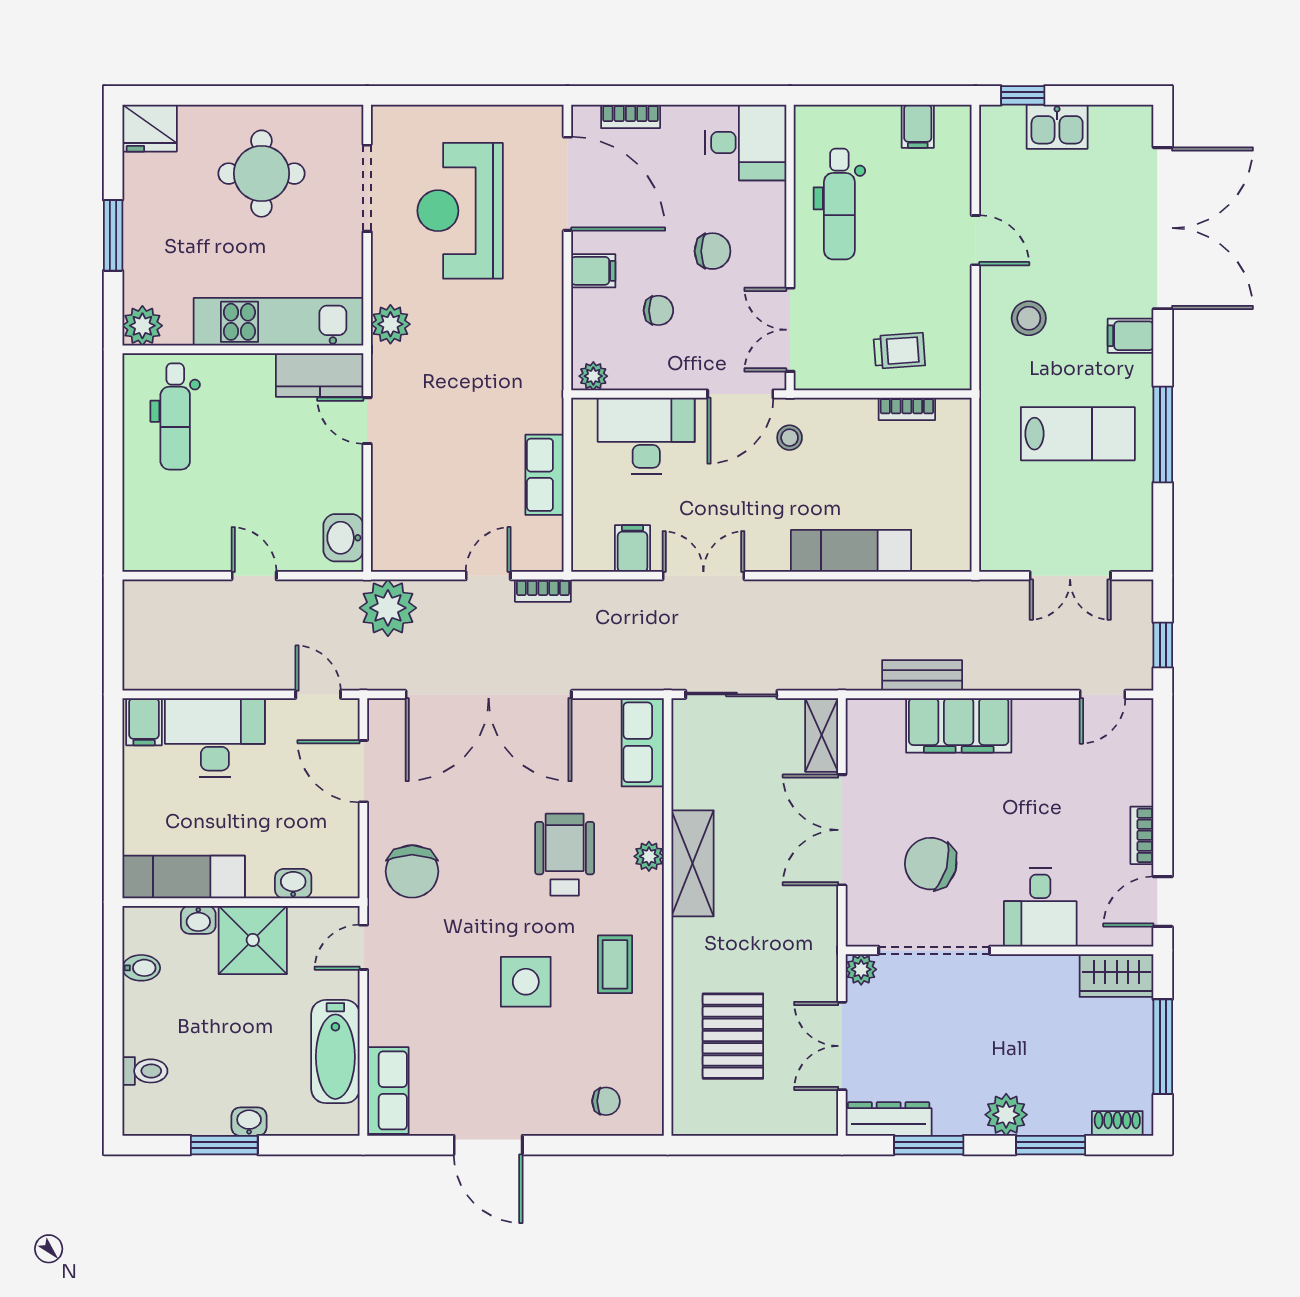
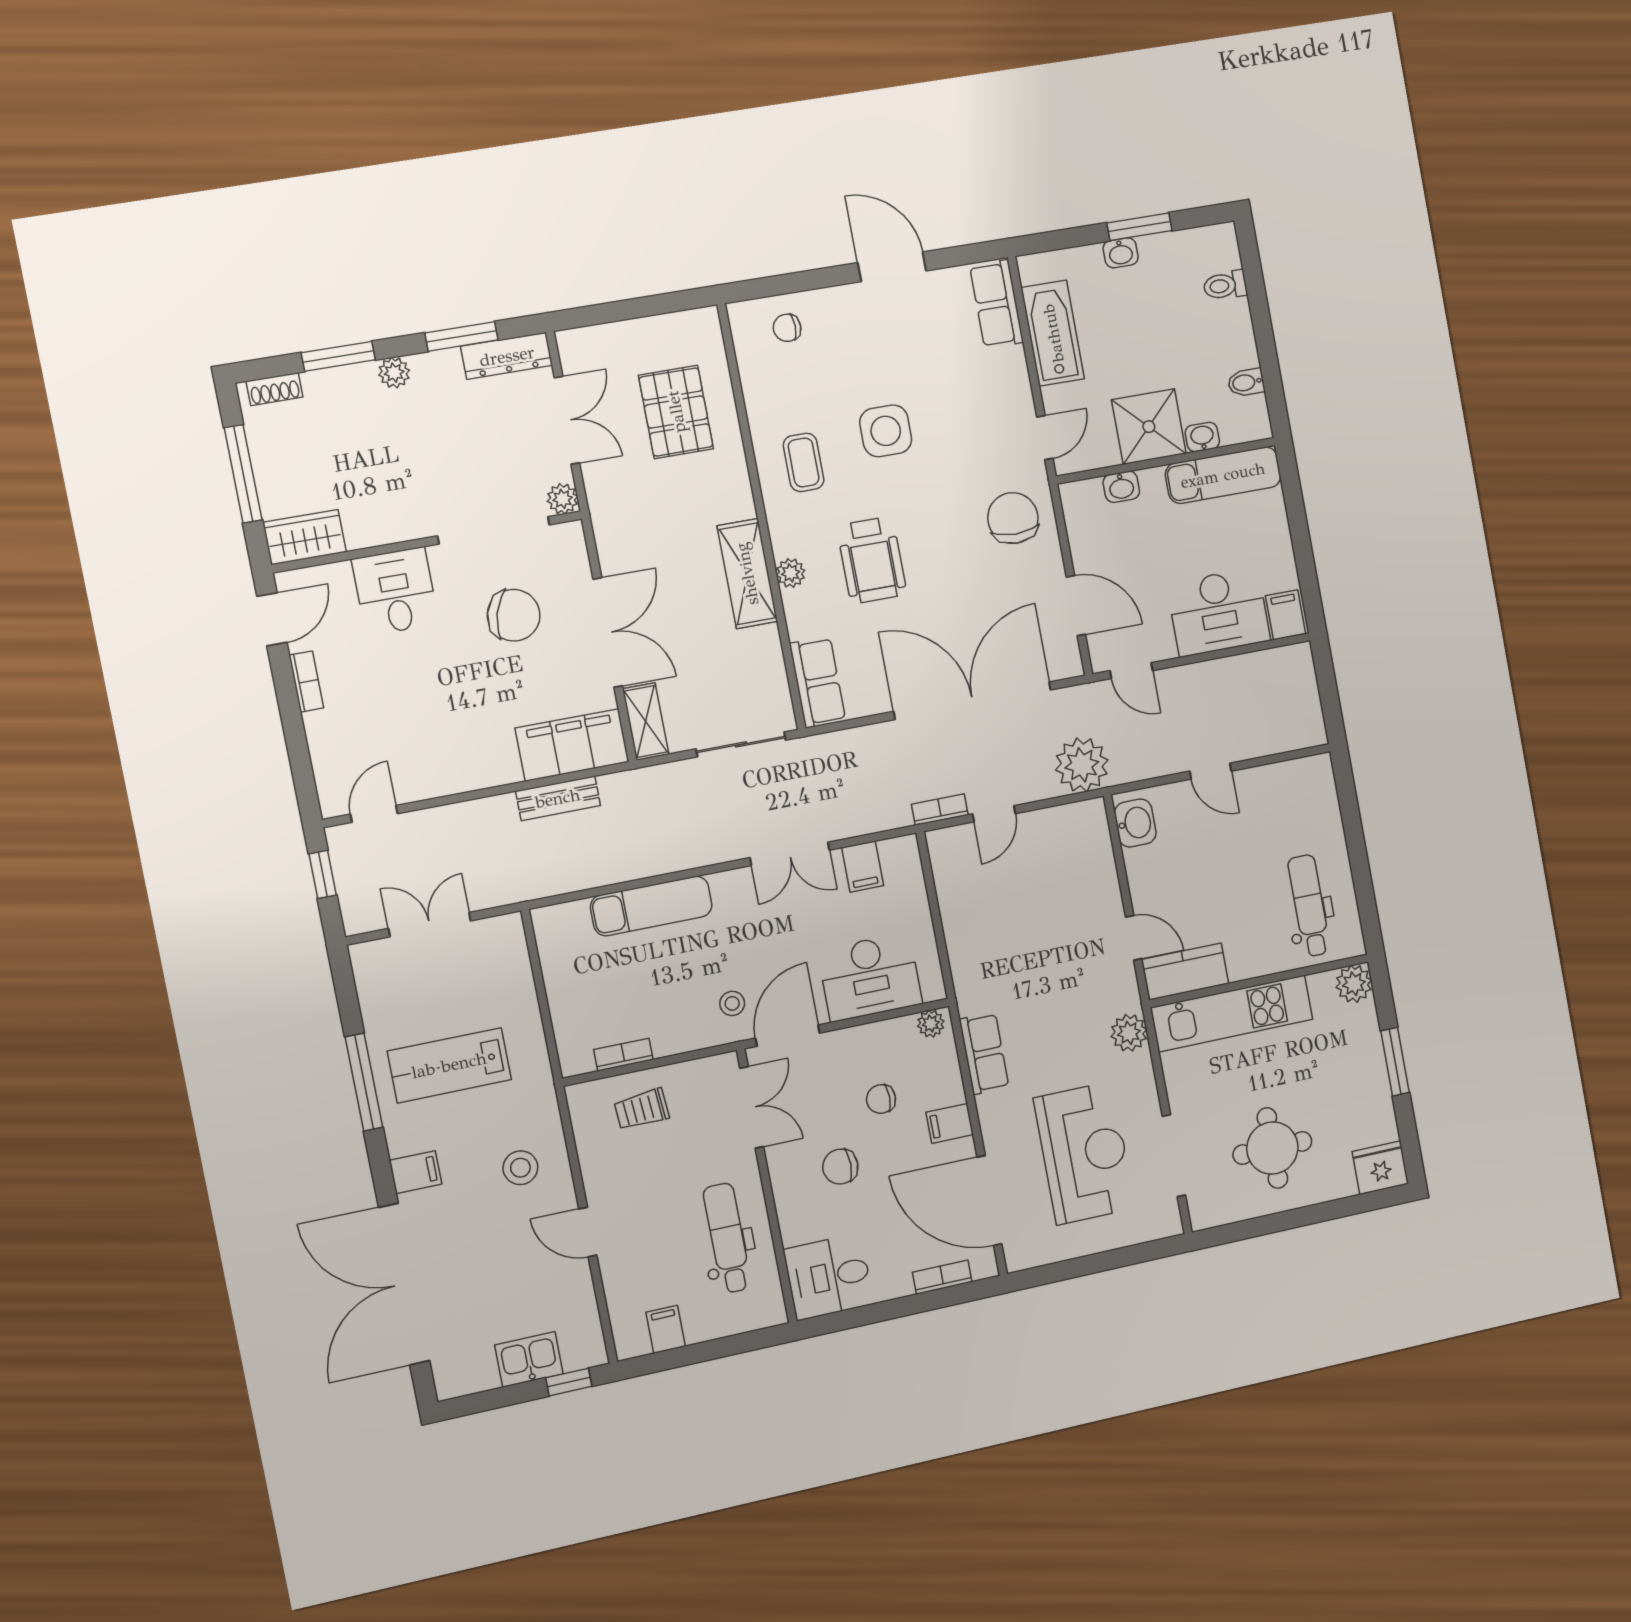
row of seats: (545, 475) -> (984, 1053), moved
filing cabinet: (959, 725) -> (572, 745), moved
plant: (1006, 1115) -> (394, 373), width x0.73, depth x0.73

